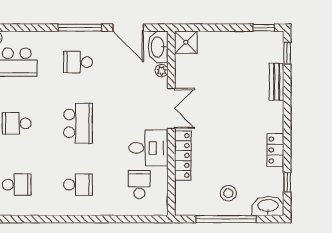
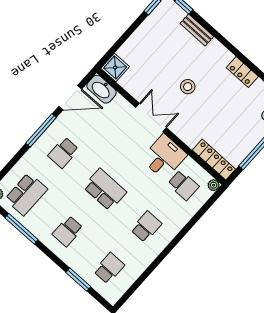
plant: (162, 71) -> (214, 185), moved
locker: (183, 155) -> (214, 160), moved
school desk: (139, 185) -> (183, 185), turned 180
stool: (228, 193) -> (188, 87), moved

